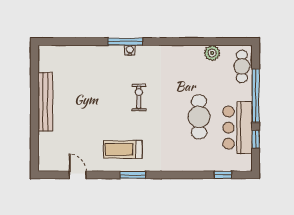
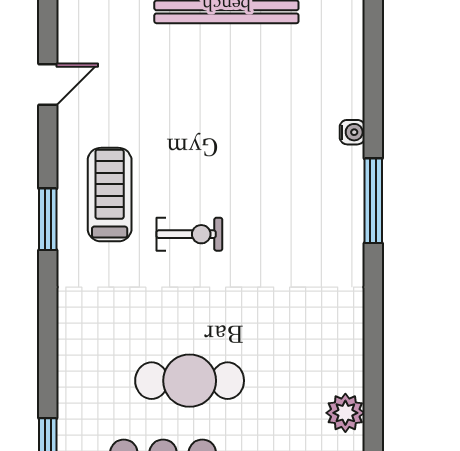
water cooler: (130, 50) -> (352, 132), moved
exercise bike: (139, 97) -> (189, 234), moved

